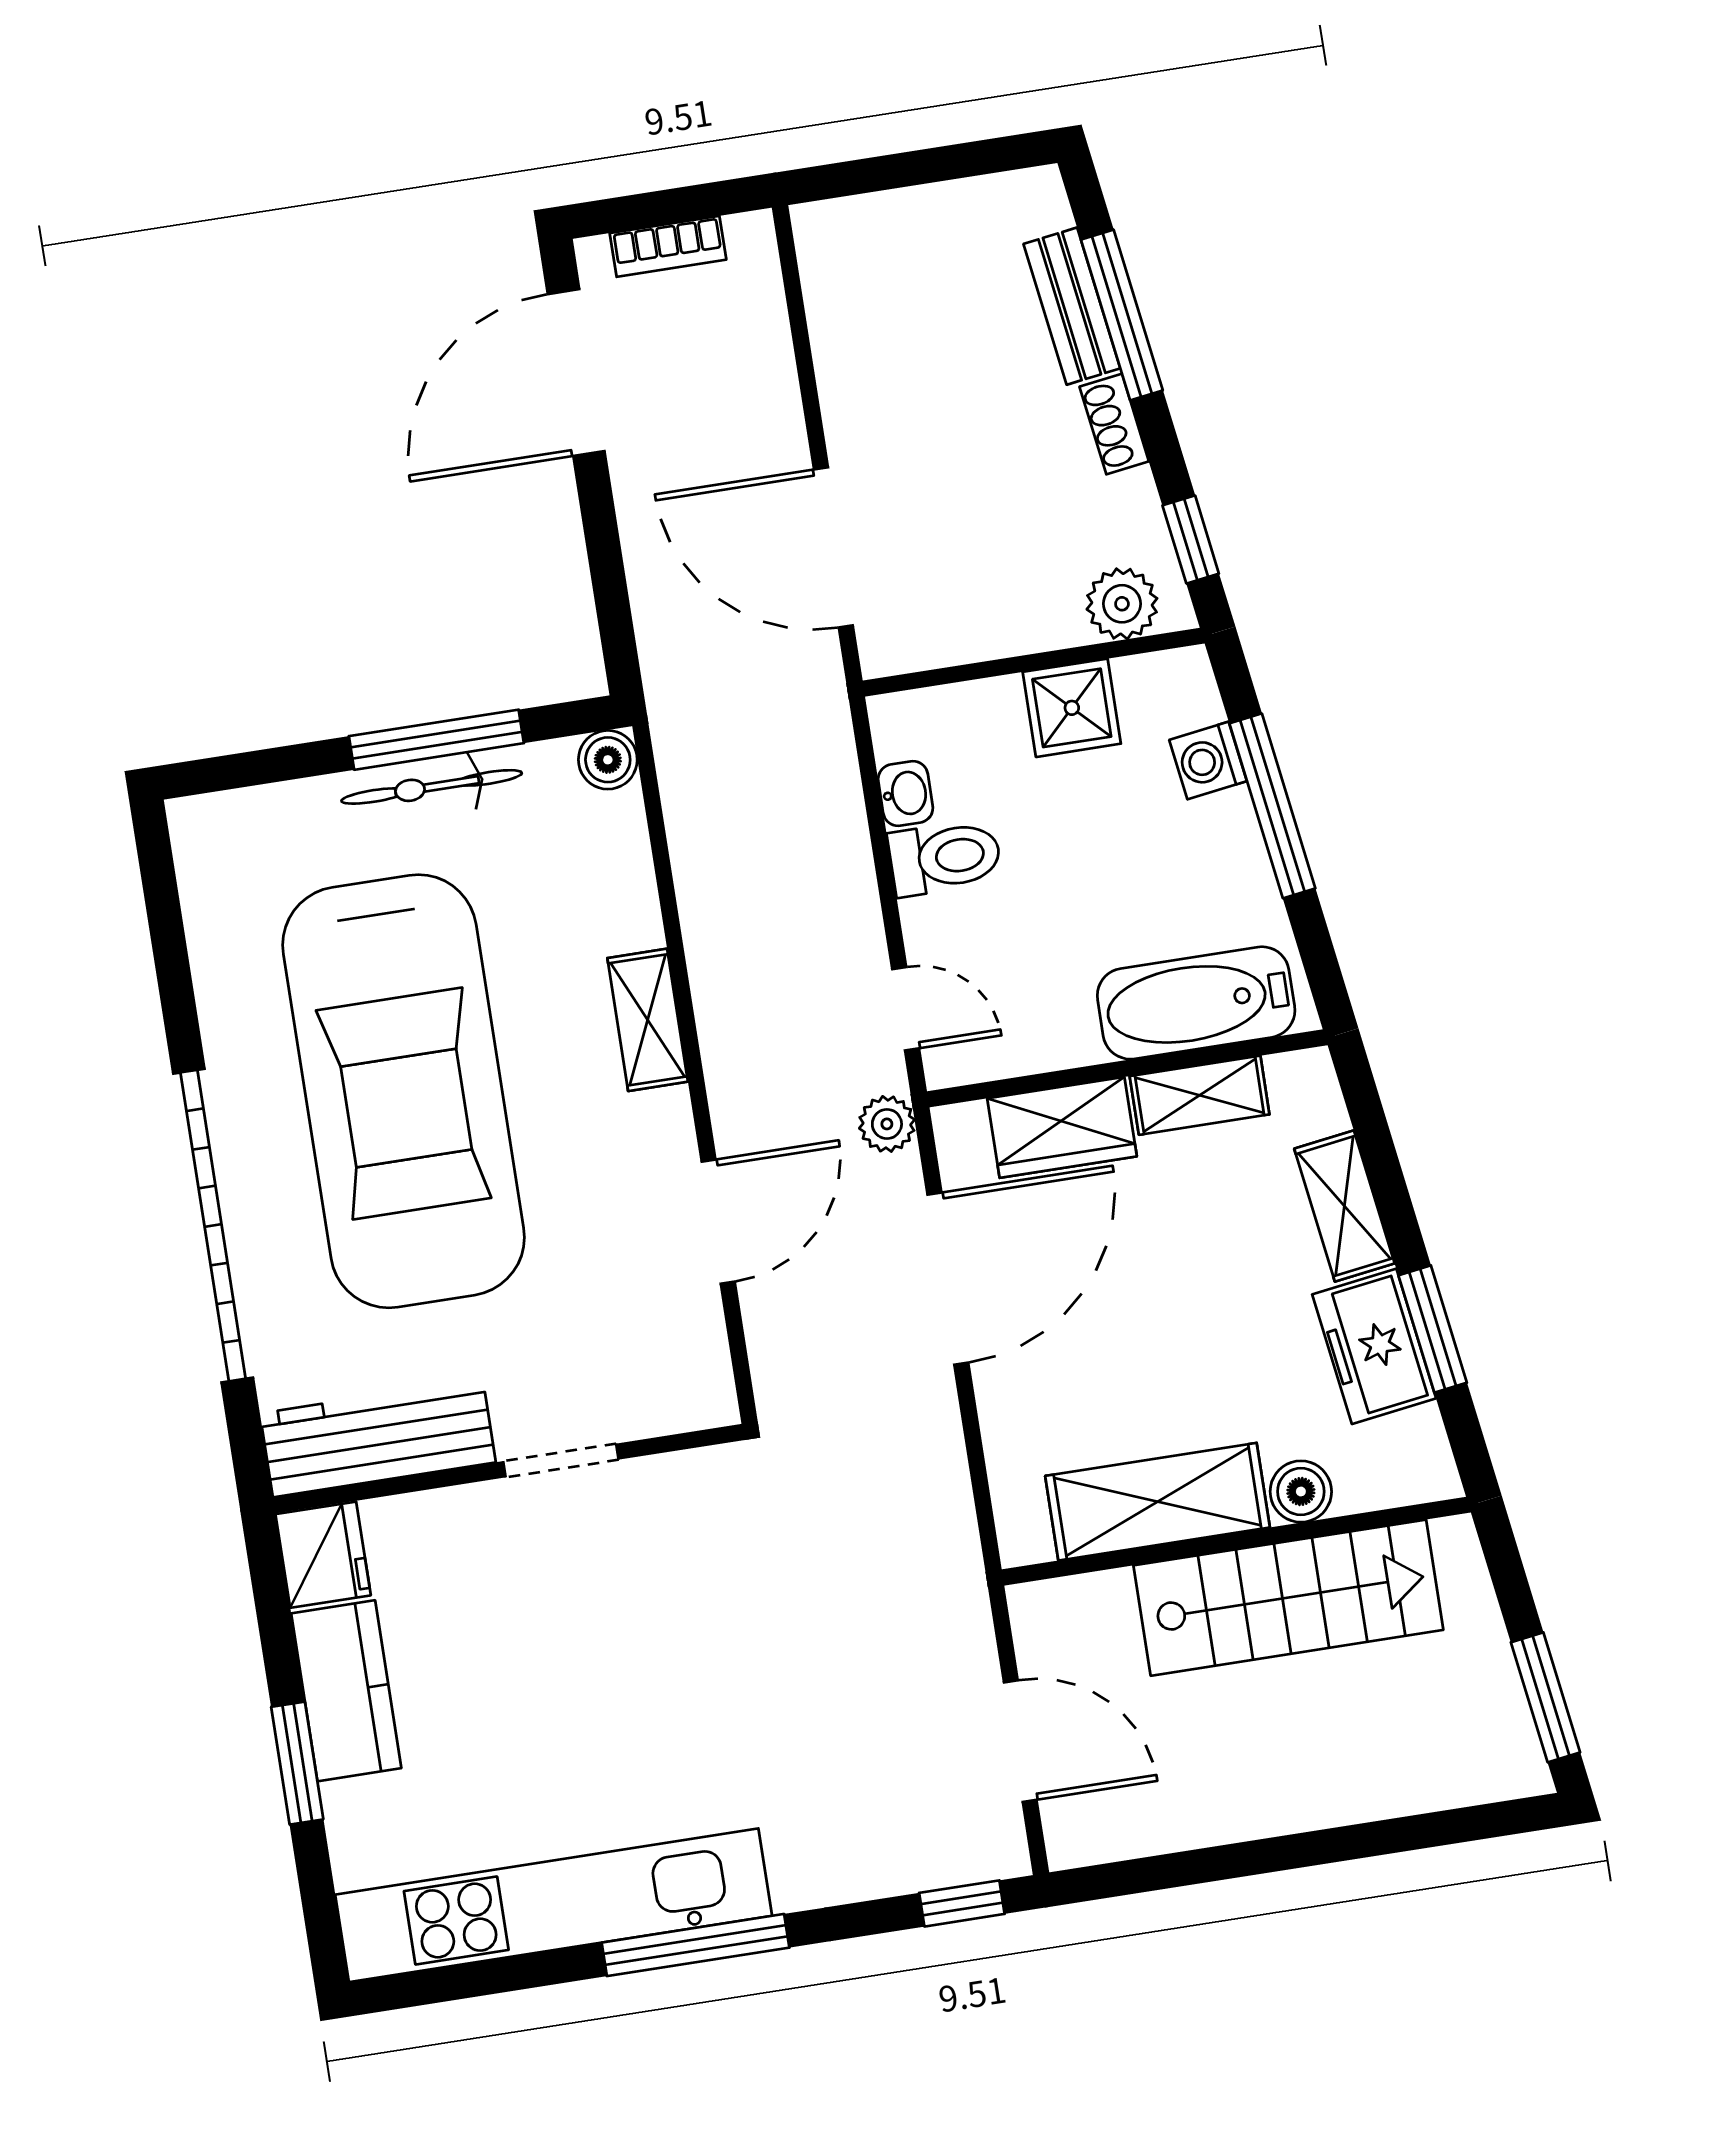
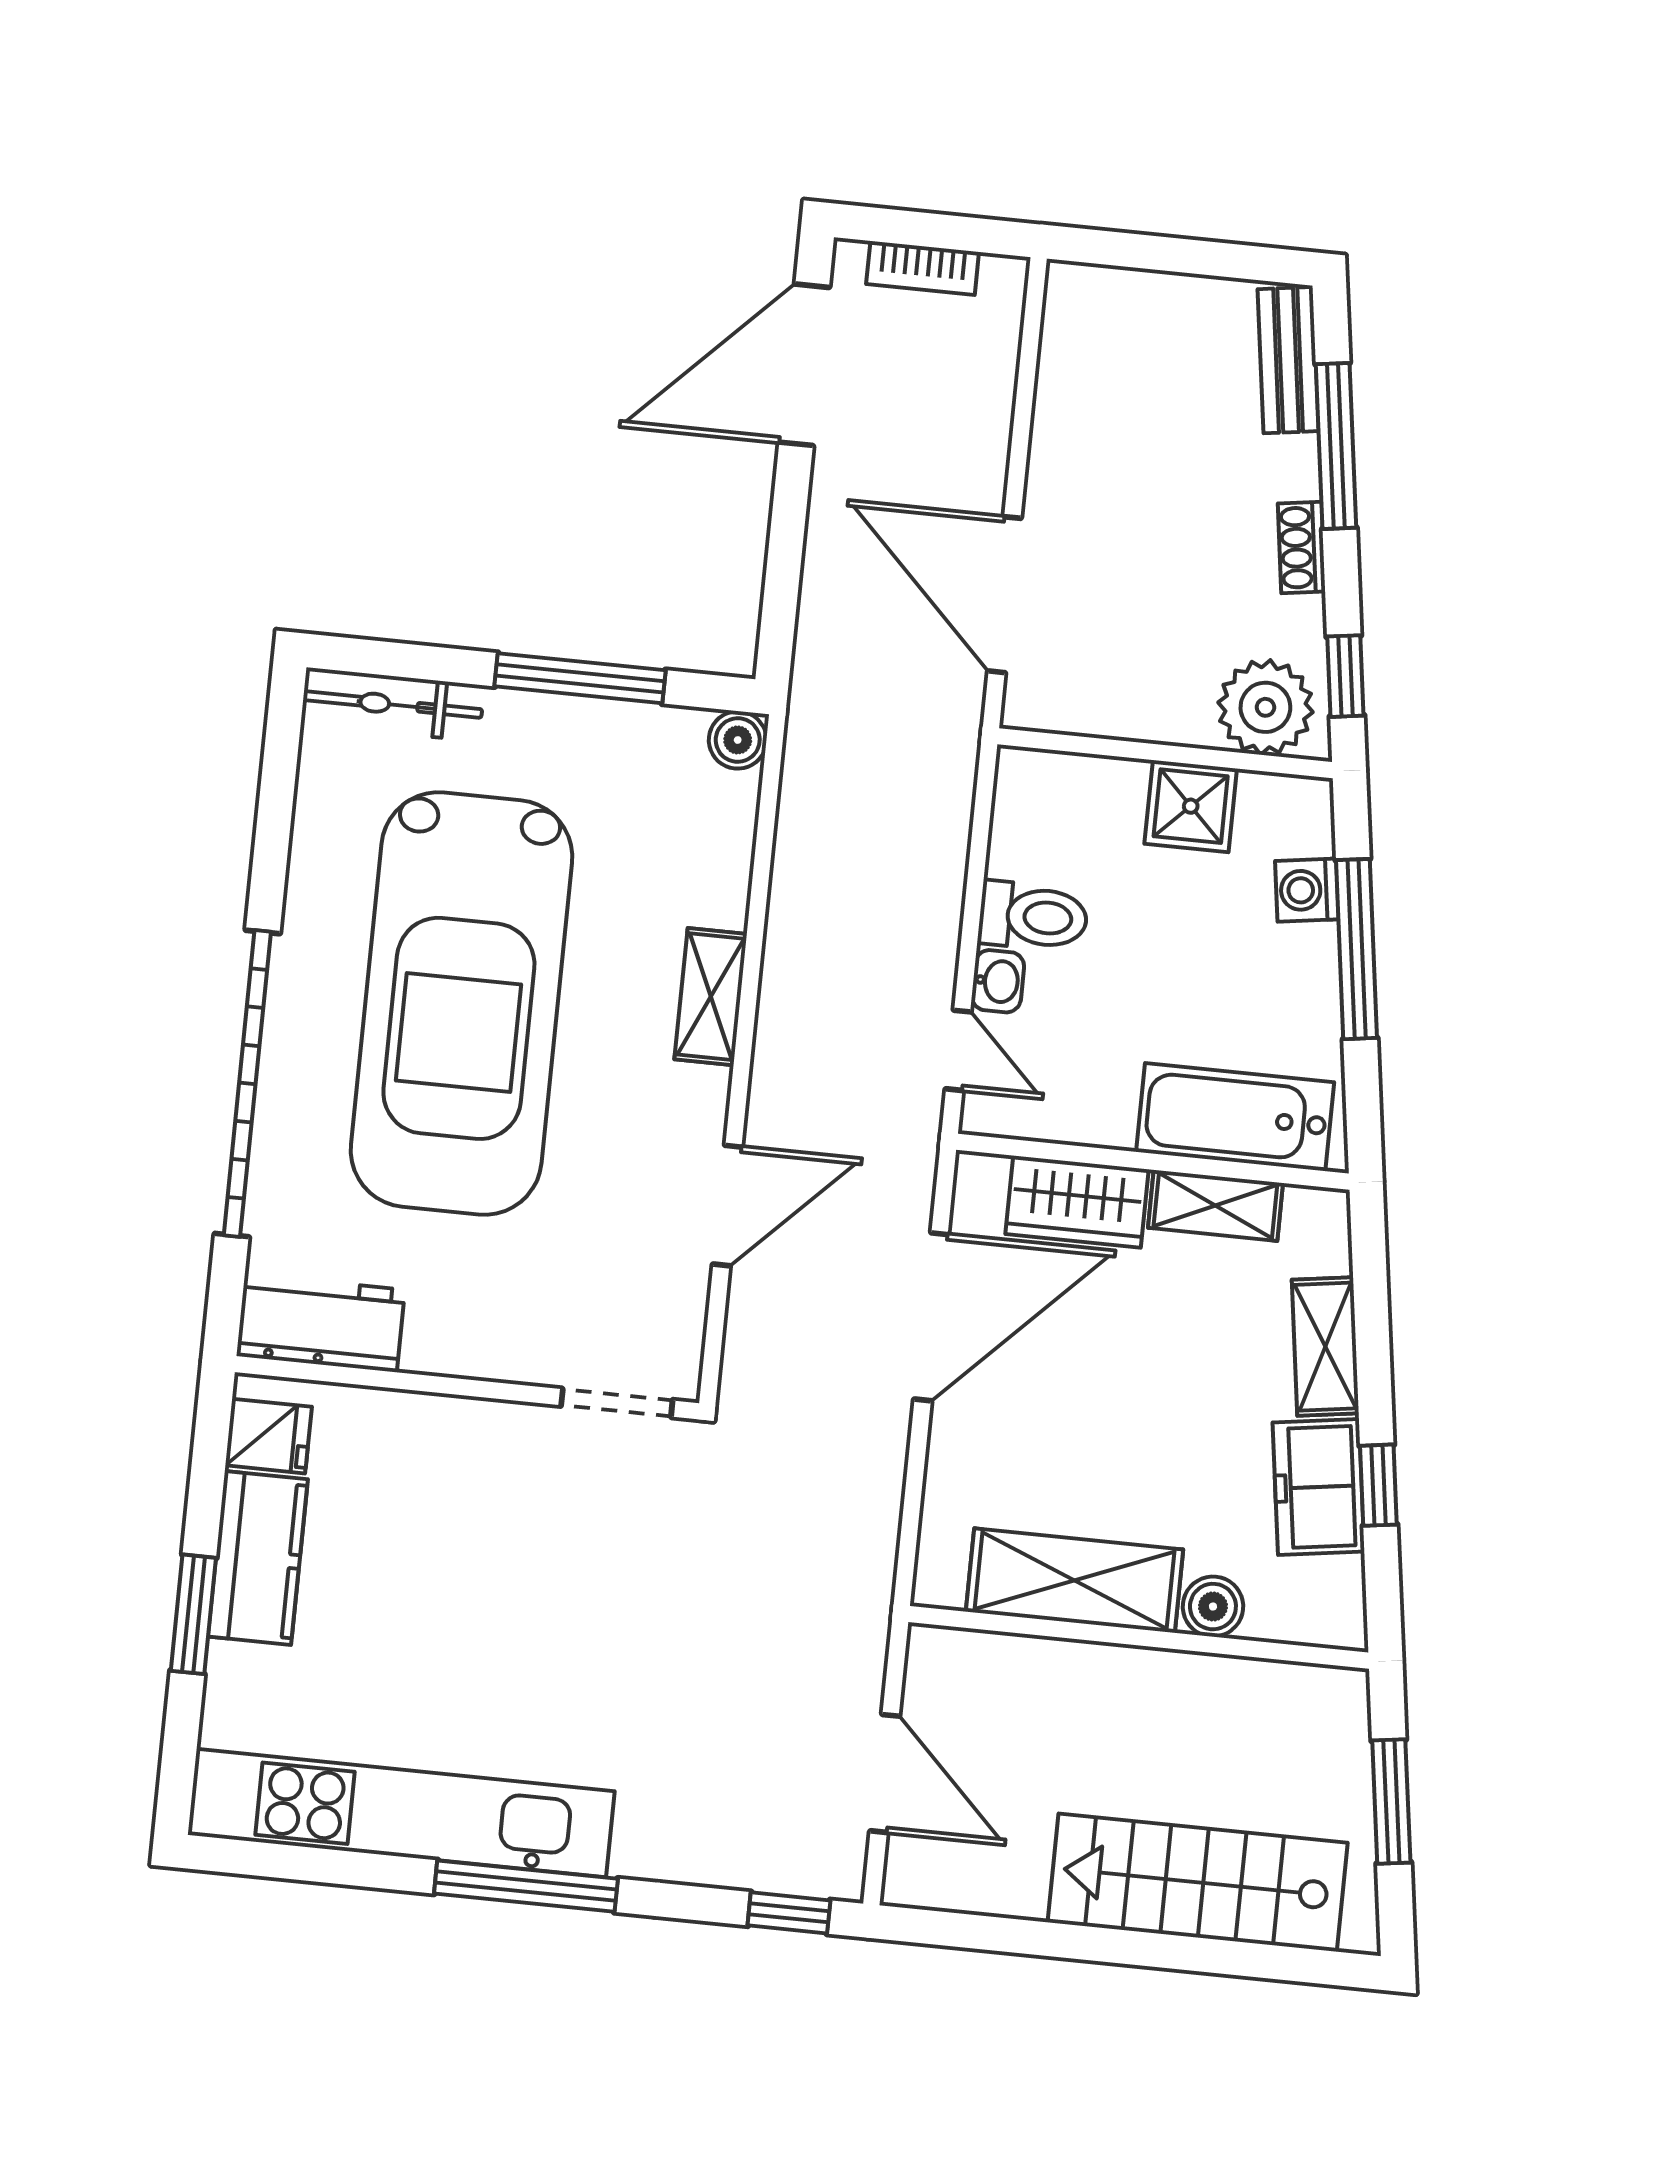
bench: (1072, 306) -> (1288, 360), moved
plant: (1122, 604) -> (1265, 707), width x1.36, depth x1.36
bicycle: (432, 787) -> (393, 705), moved
washbasin: (906, 793) -> (998, 981), moved
plant: (887, 1124) -> (912, 1155), removed
window: (1433, 1329) -> (1378, 1485), width x0.67
workbench: (378, 1438) -> (321, 1323), width x0.73
doorway: (561, 1460) -> (617, 1403), moved
fridge: (323, 1555) -> (269, 1436), width x0.72
stairs: (1288, 1598) -> (1198, 1882), moved, turned 180
window: (1546, 1697) -> (1391, 1801), moved

